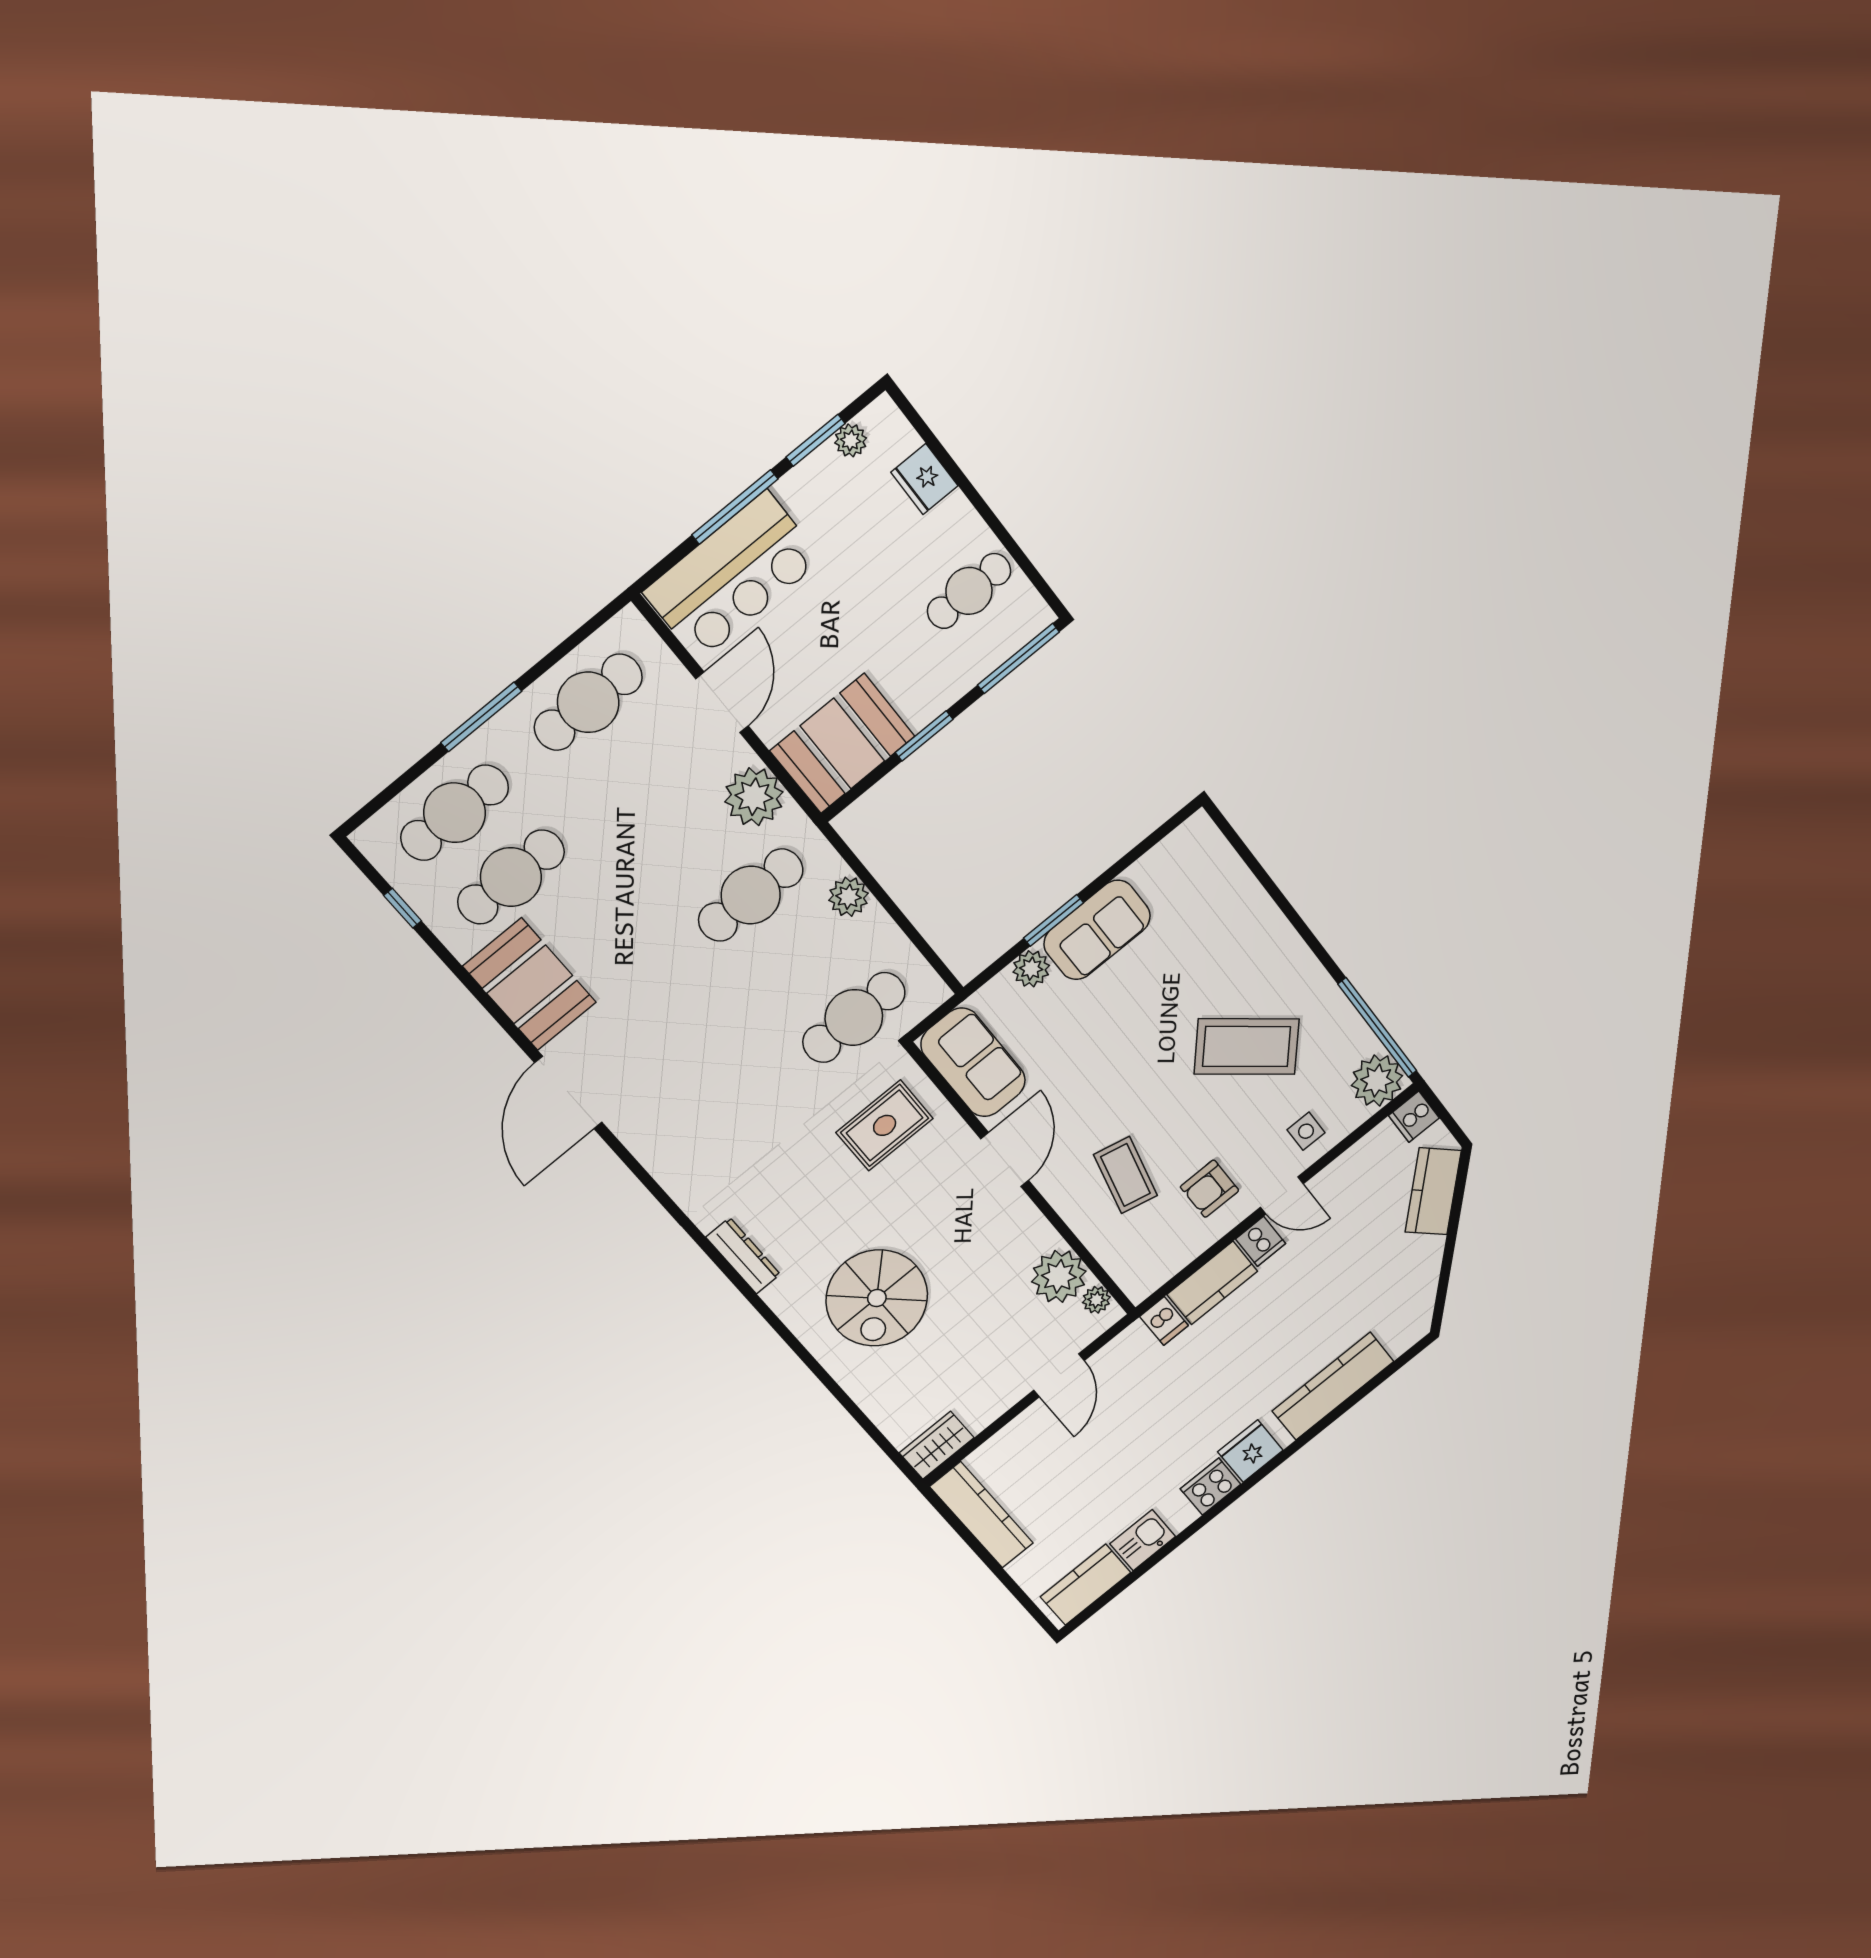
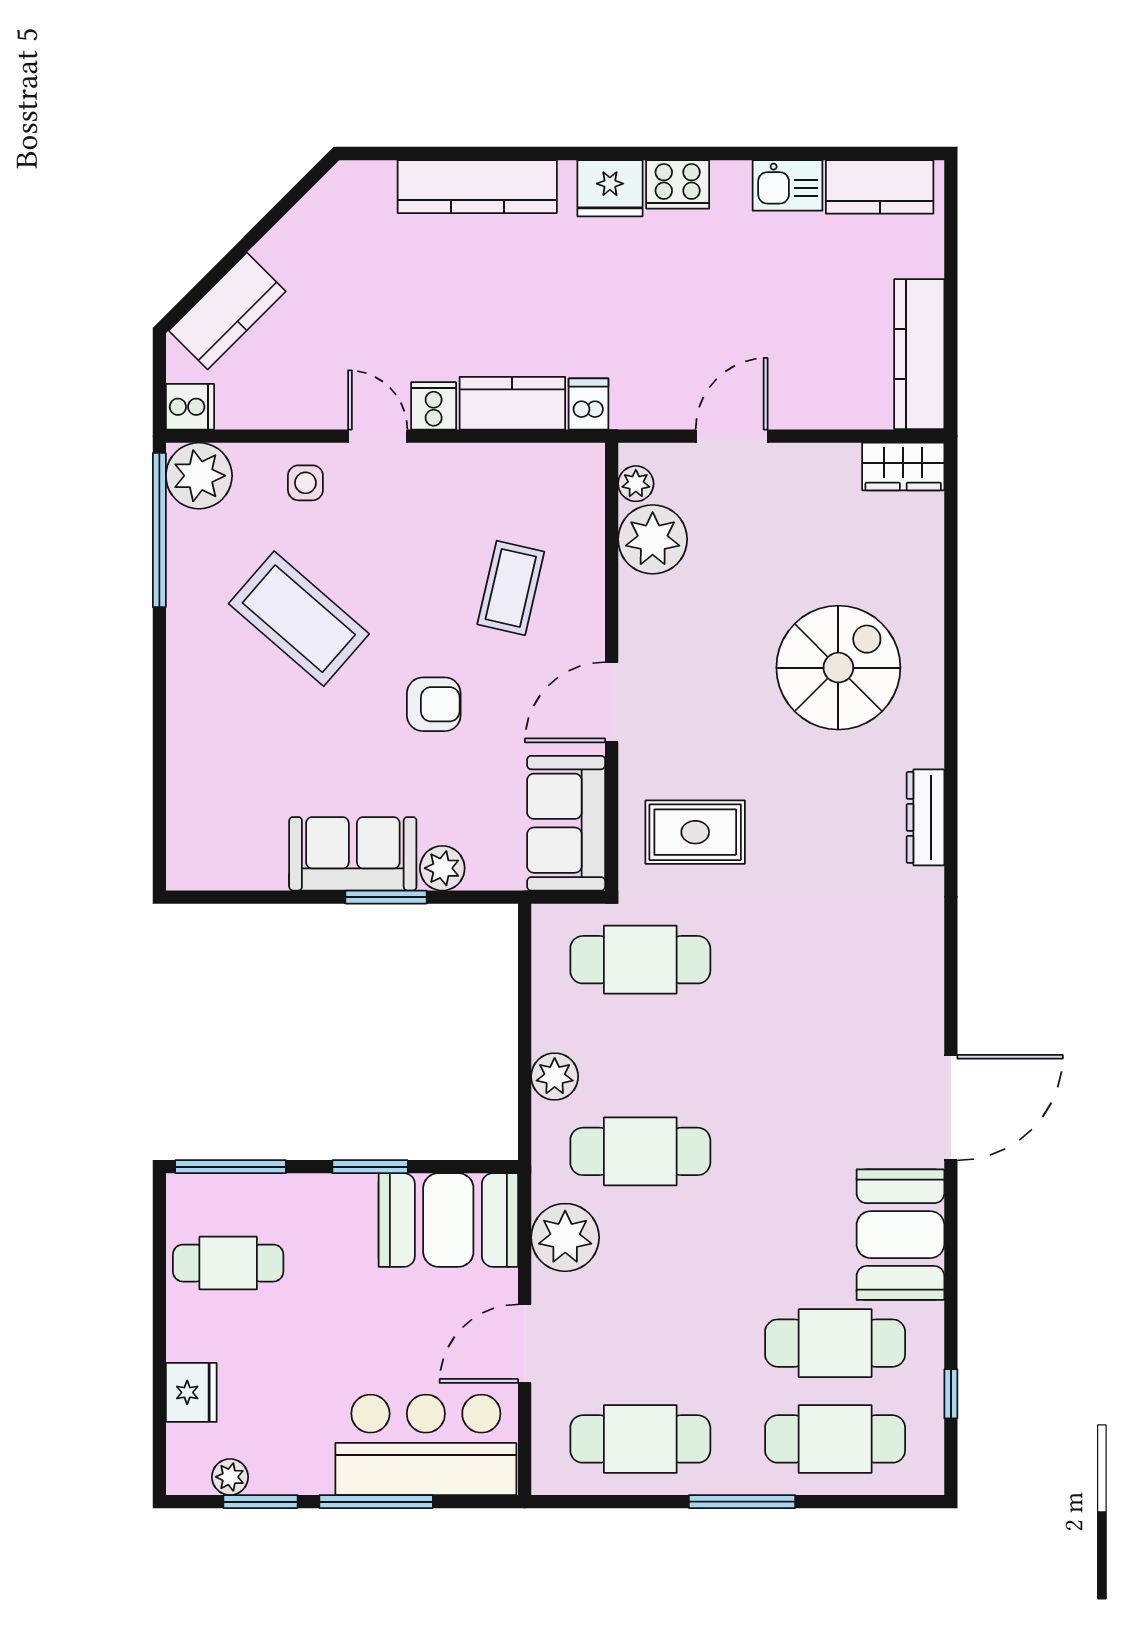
armchair: (1209, 1189) -> (434, 704), moved

